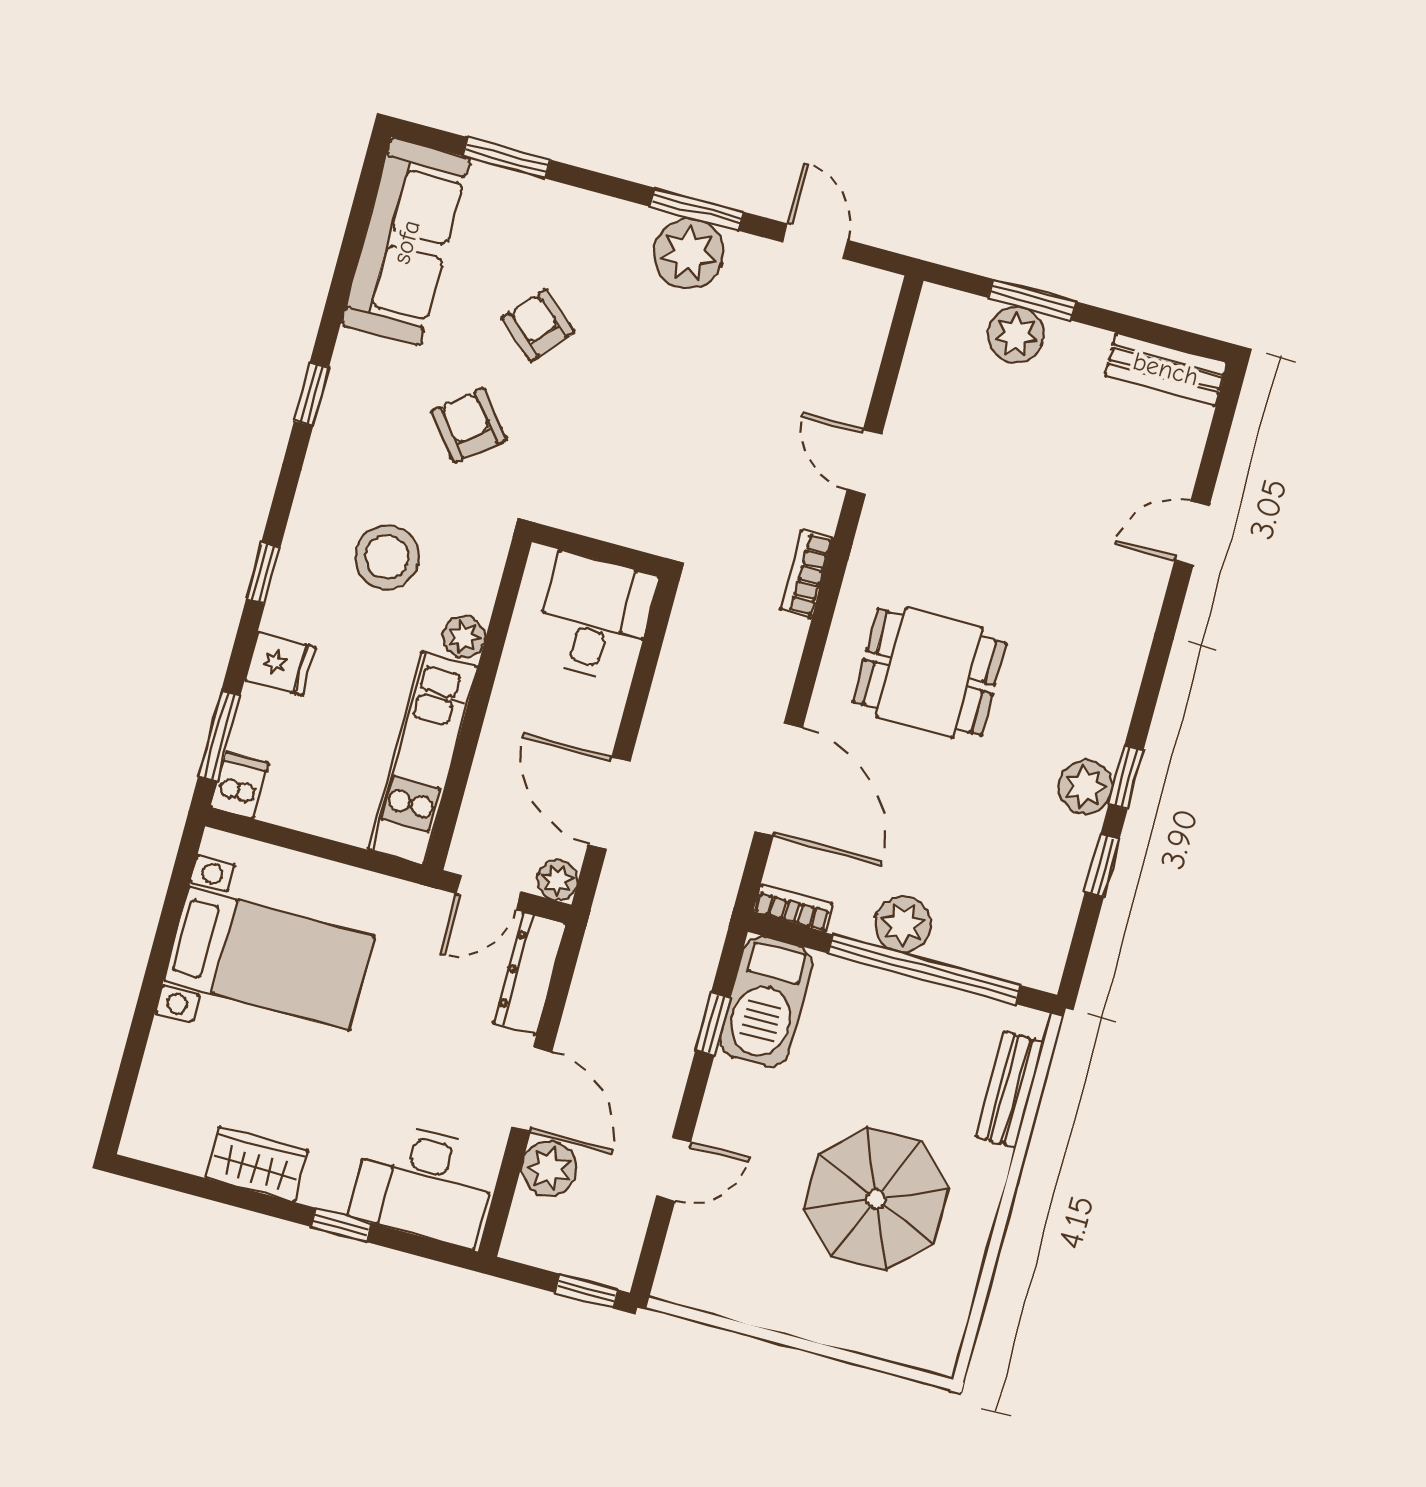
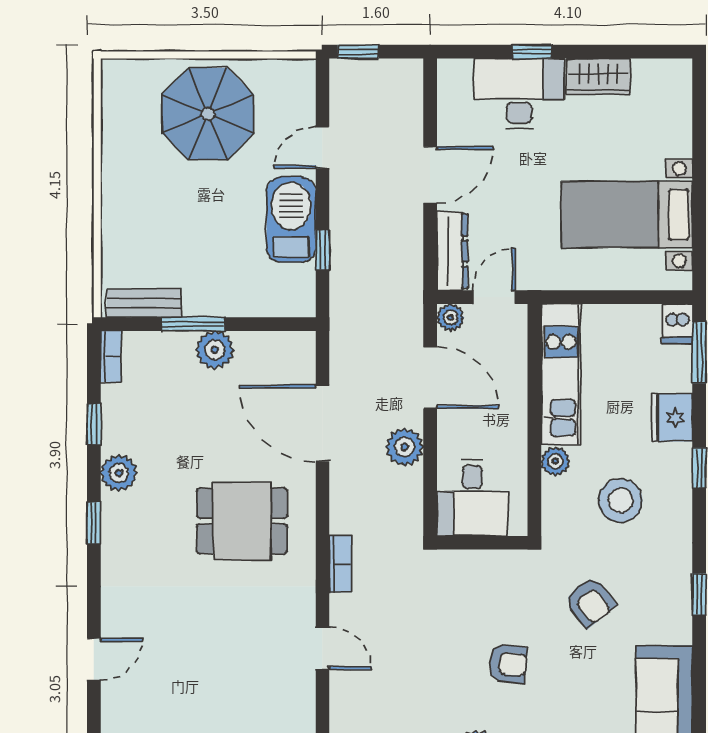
armchair: (538, 325) -> (508, 664), moved, turned -35
fridge: (280, 664) -> (672, 418), width x1.38
window: (1126, 777) -> (94, 523), moved
bookcase: (793, 908) -> (111, 356), moved, turned -90
window: (924, 969) -> (193, 324), width x0.47
barbecue: (766, 1002) -> (291, 220), moved
door: (532, 1089) -> (430, 175), swing flipped
bench: (1010, 1089) -> (144, 303), moved, turned 90
plant: (549, 1169) -> (405, 447), moved
desk: (424, 1184) -> (519, 94), moved
parasol: (876, 1199) -> (208, 114), moved

